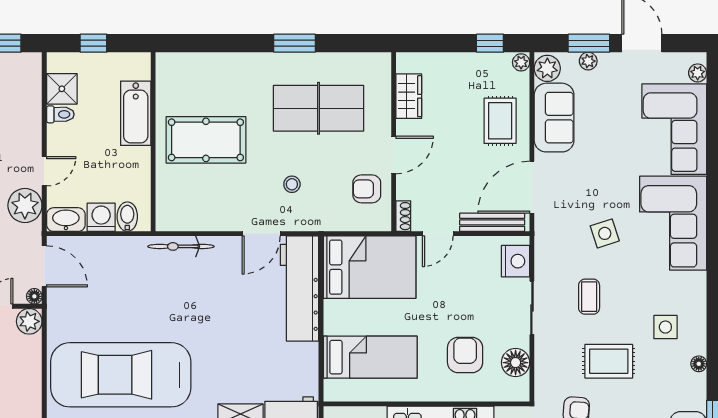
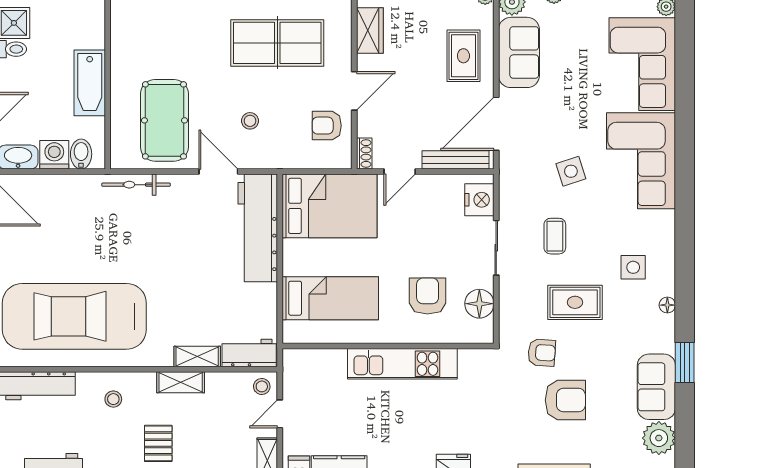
bathtub: (136, 113) -> (90, 83), moved
pool table: (206, 140) -> (164, 120), moved, turned 90
door: (261, 234) -> (218, 172), swing flipped

